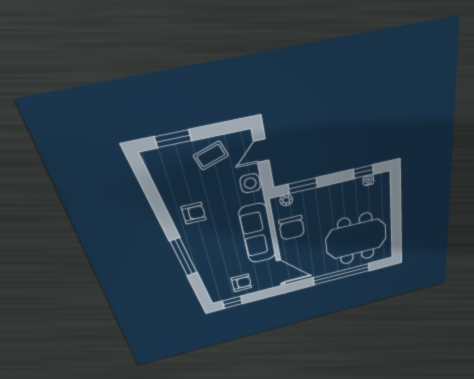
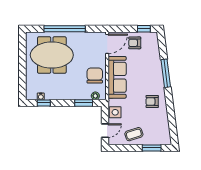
door: (281, 272) -> (107, 44), swing flipped

